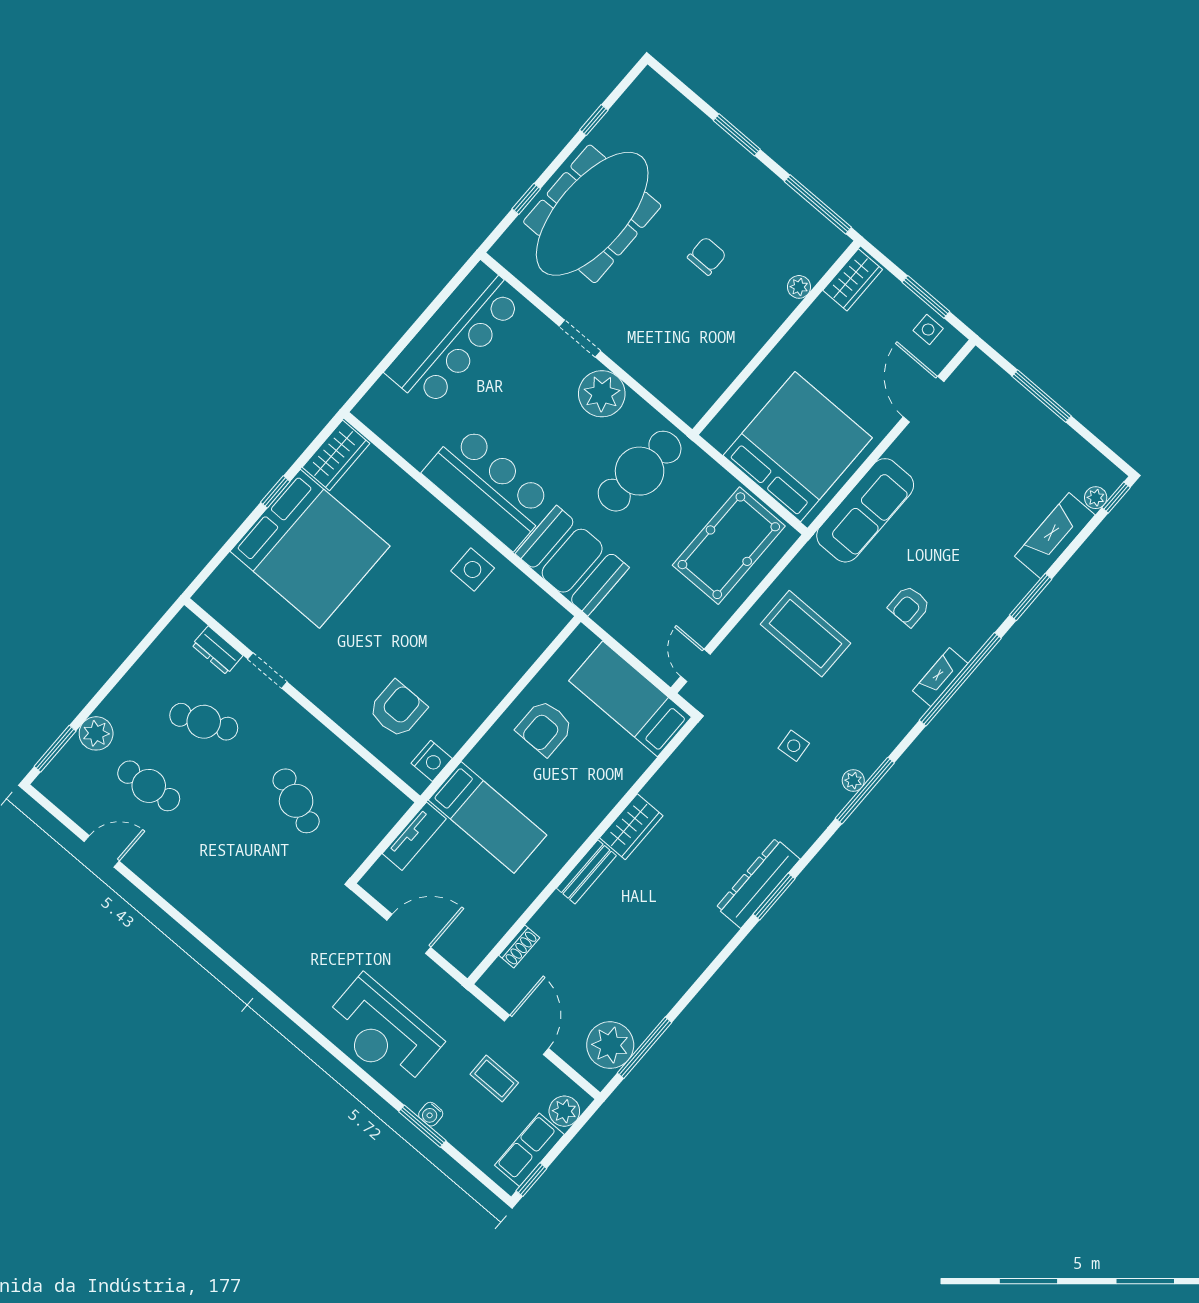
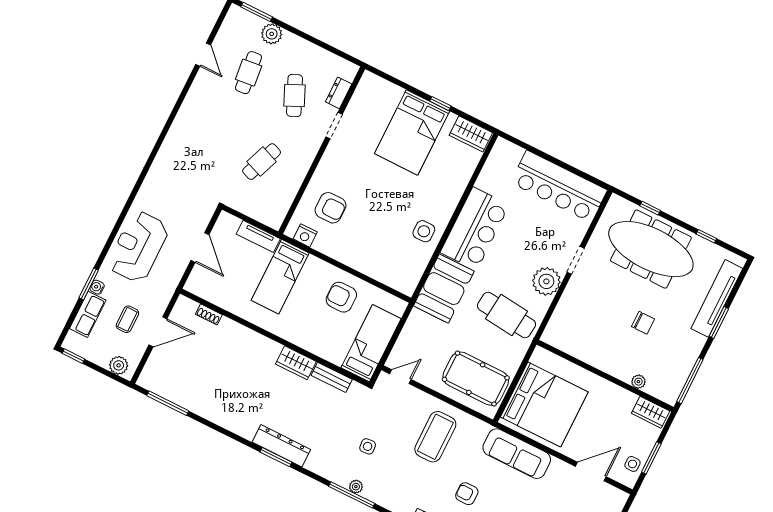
tv unit: (697, 128) -> (717, 298), added
bed: (310, 549) -> (412, 132), width x0.73
bench: (586, 872) -> (332, 377), moved
plant: (610, 1045) -> (164, 383), removed
row of seats: (529, 1150) -> (88, 314), moved, turned 90

